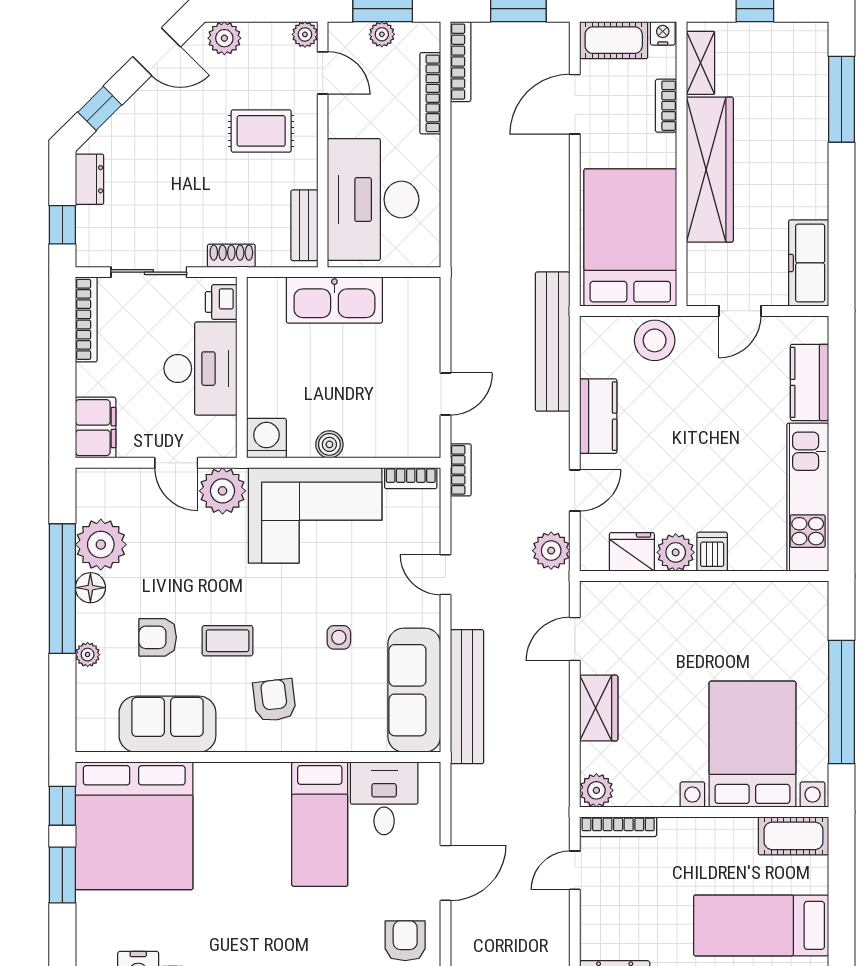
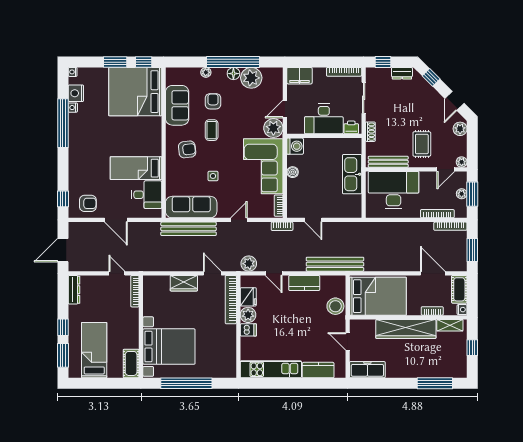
bench: (304, 225) -> (388, 162), width x1.36
bookcase: (639, 594) -> (231, 300), added
plant: (596, 790) -> (150, 282), removed

